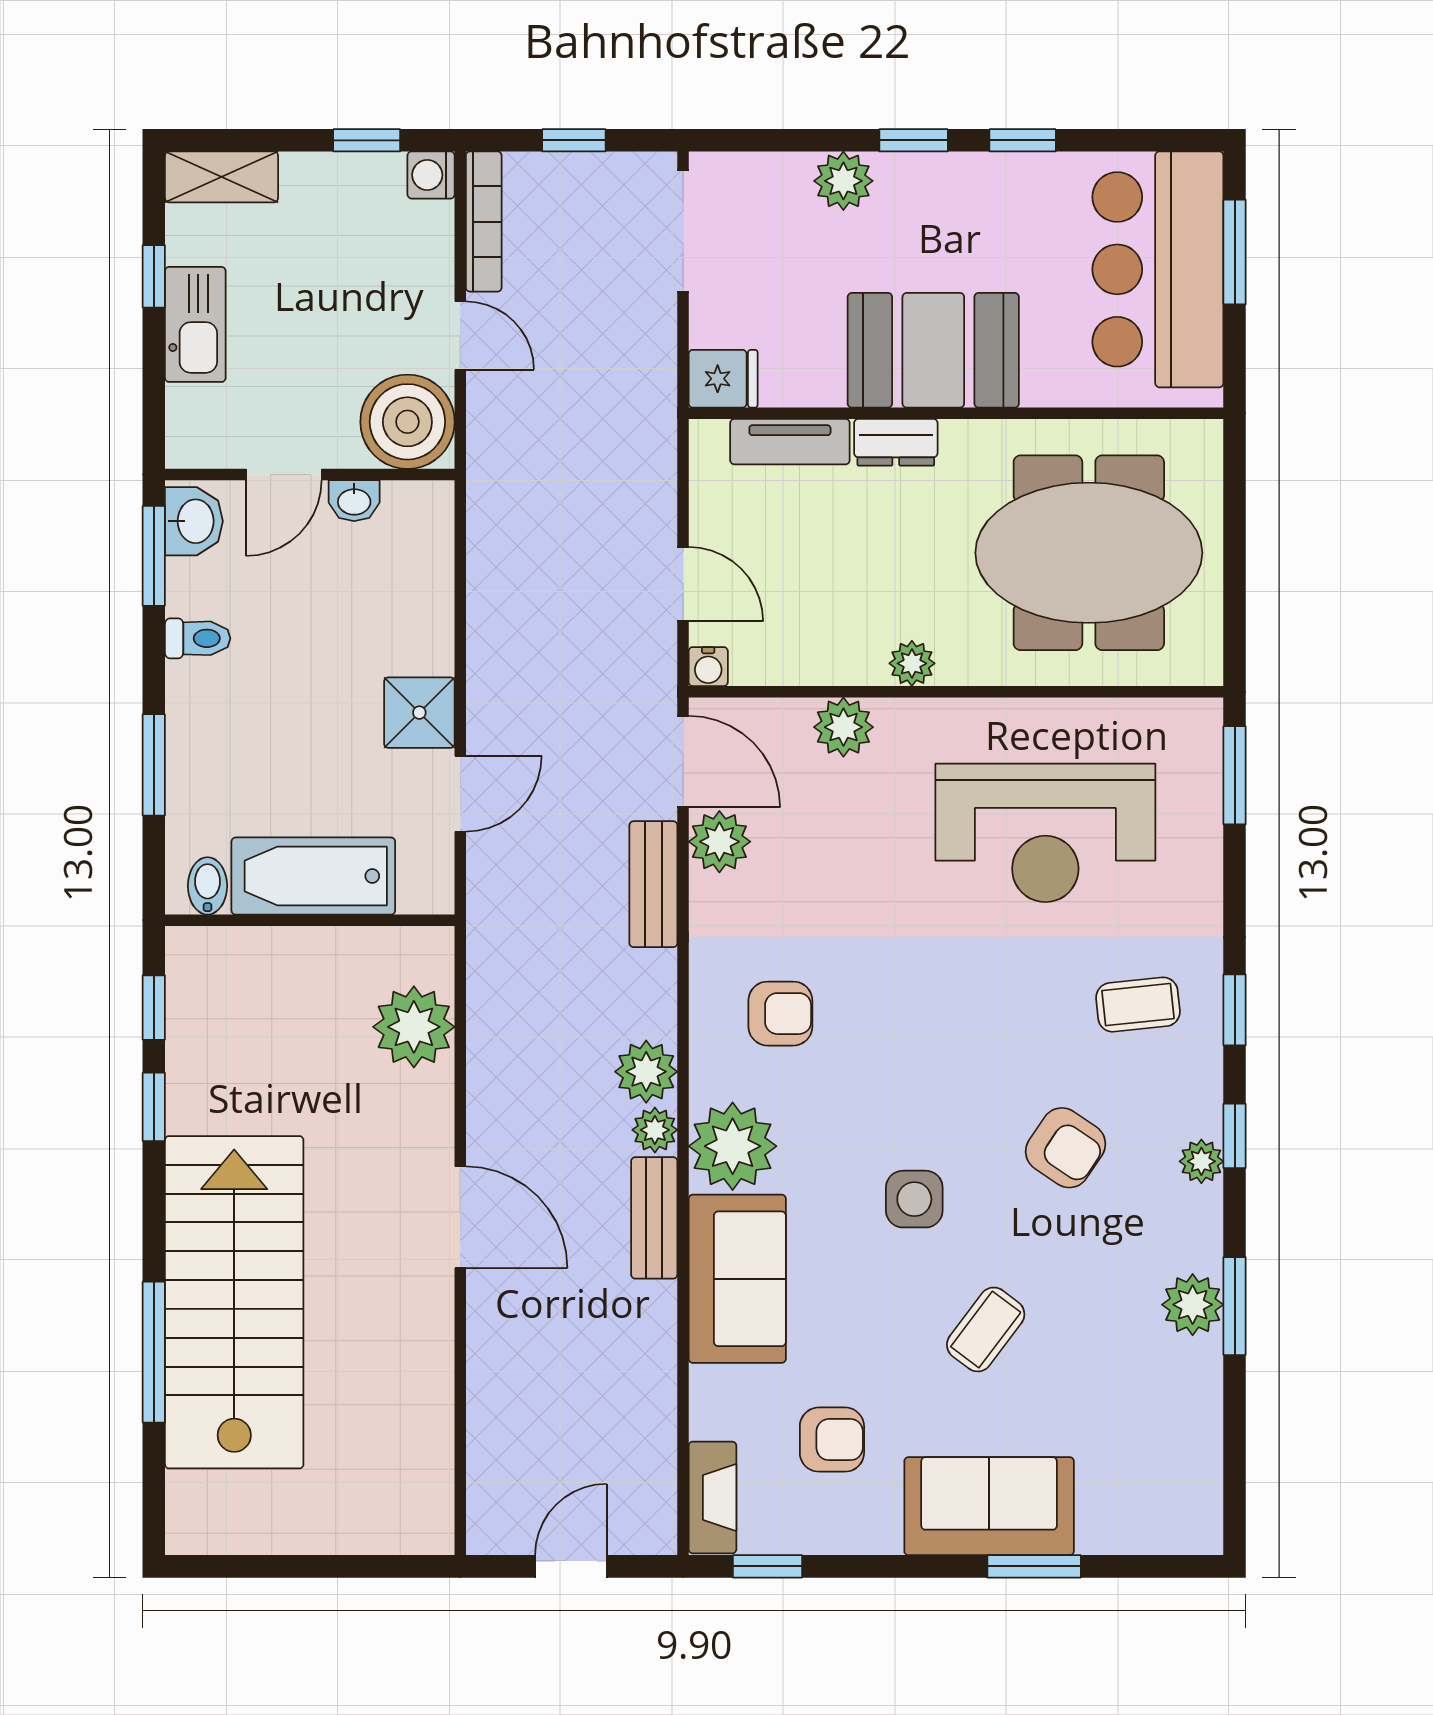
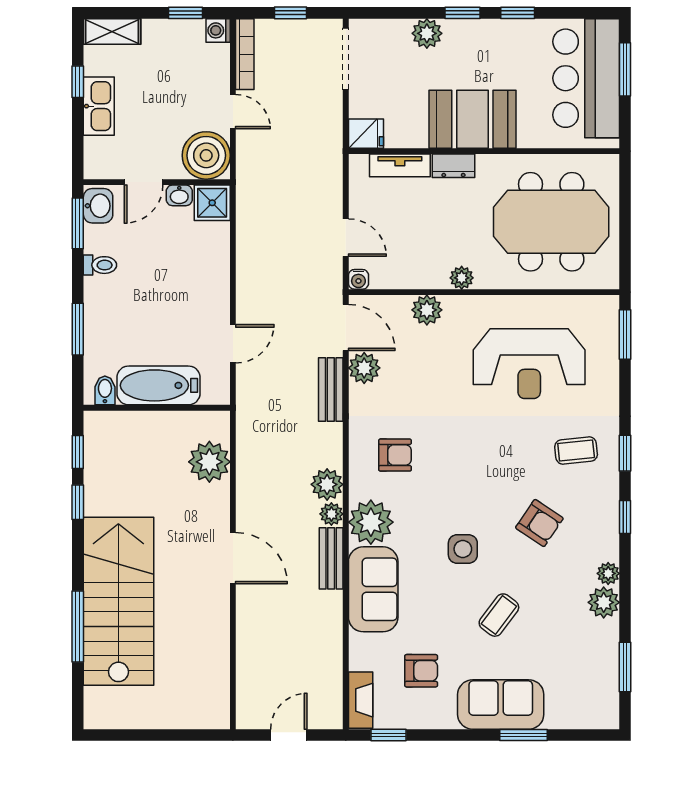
shower: (419, 713) -> (212, 203), moved
plant: (1201, 1161) -> (608, 573), moved
window: (1235, 1306) -> (625, 667), moved

